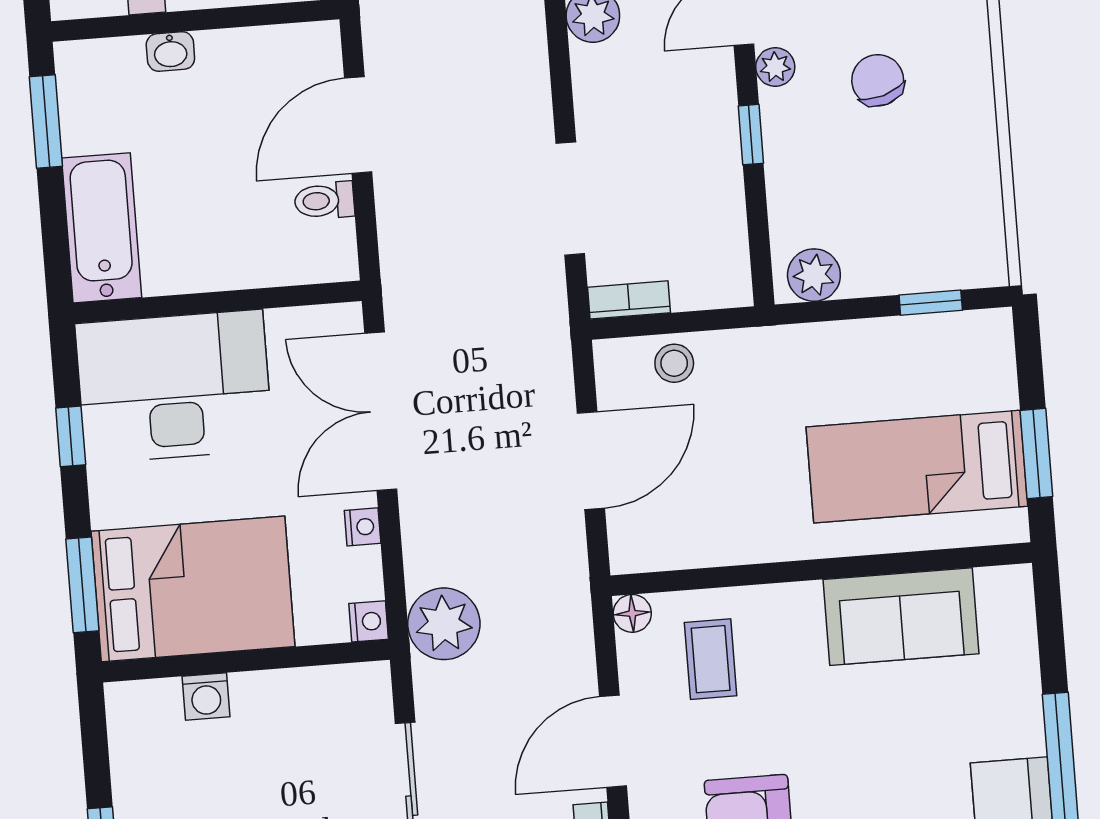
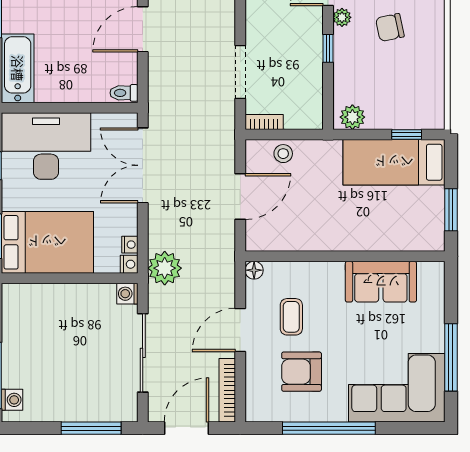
chair: (878, 80) -> (390, 27), turned -85
toilet: (324, 201) -> (124, 93), moved
bed: (917, 467) -> (394, 162), moved
nightstand: (363, 527) -> (130, 245), moved
coffee table: (711, 659) -> (291, 317), moved
washing machine: (206, 696) -> (127, 294), moved, turned 90

